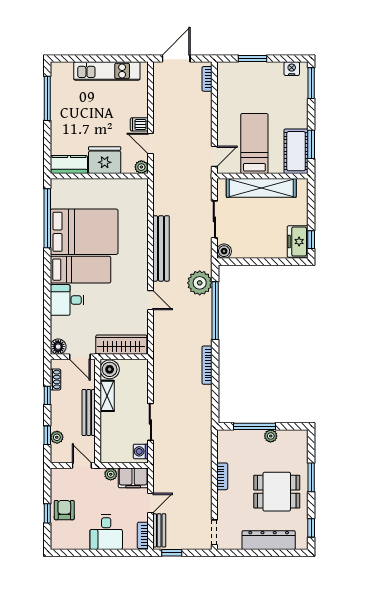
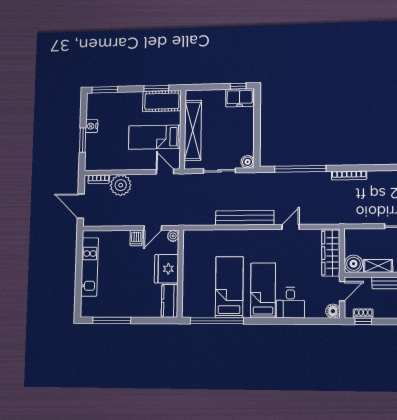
nightstand: (292, 69) -> (92, 126), moved
bed: (84, 232) -> (229, 287), width x0.67
plant: (200, 283) -> (121, 185), moved
window: (47, 395) -> (363, 321), moved

